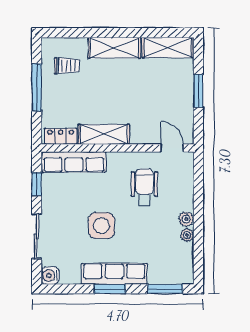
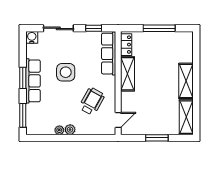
trolley: (67, 66) -> (174, 49), removed
wheelchair: (144, 187) -> (92, 101), turned -61

